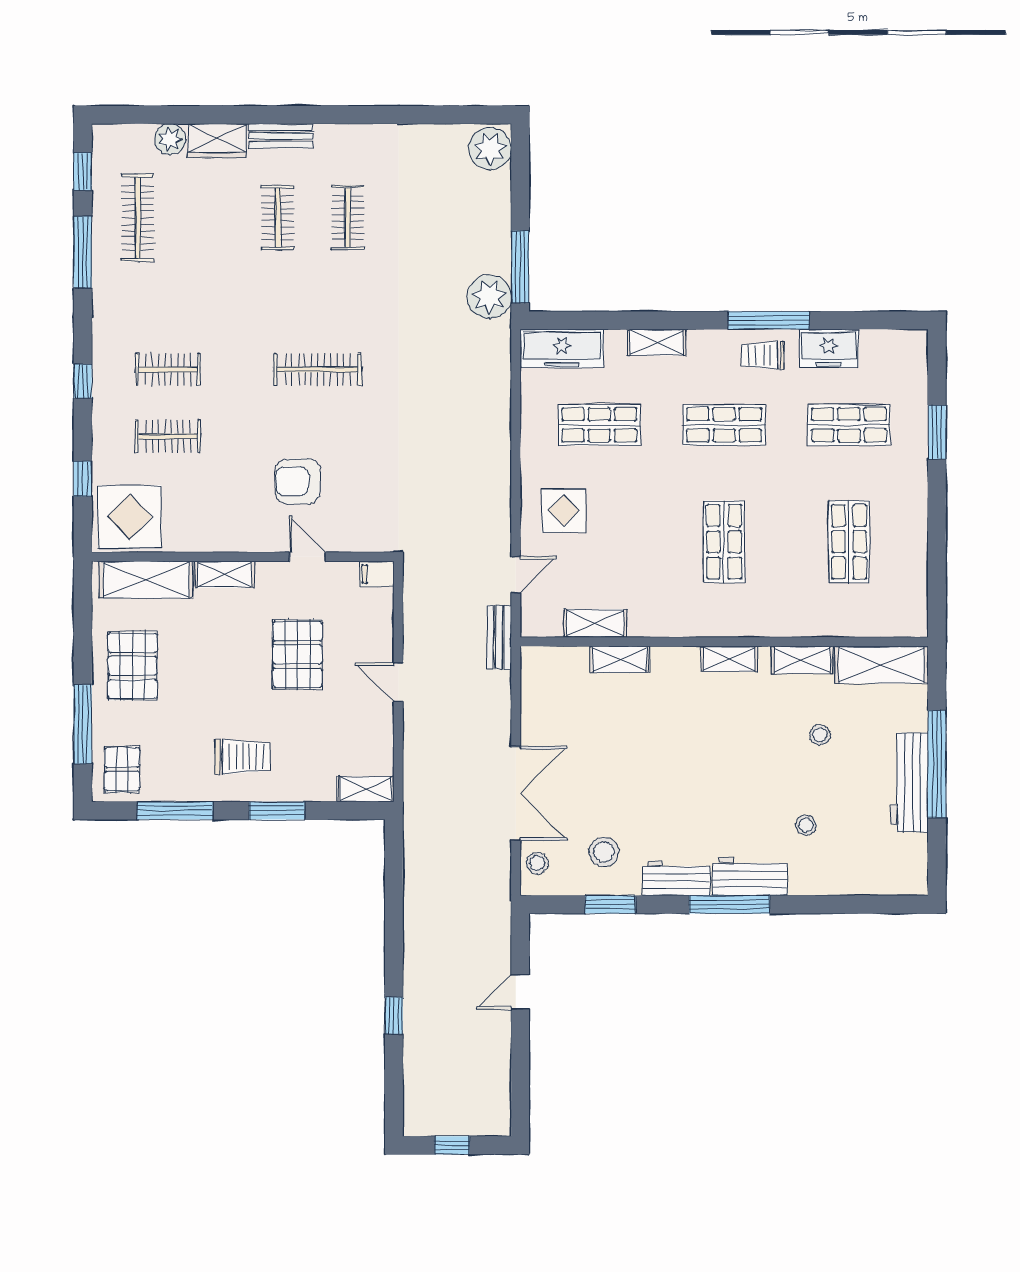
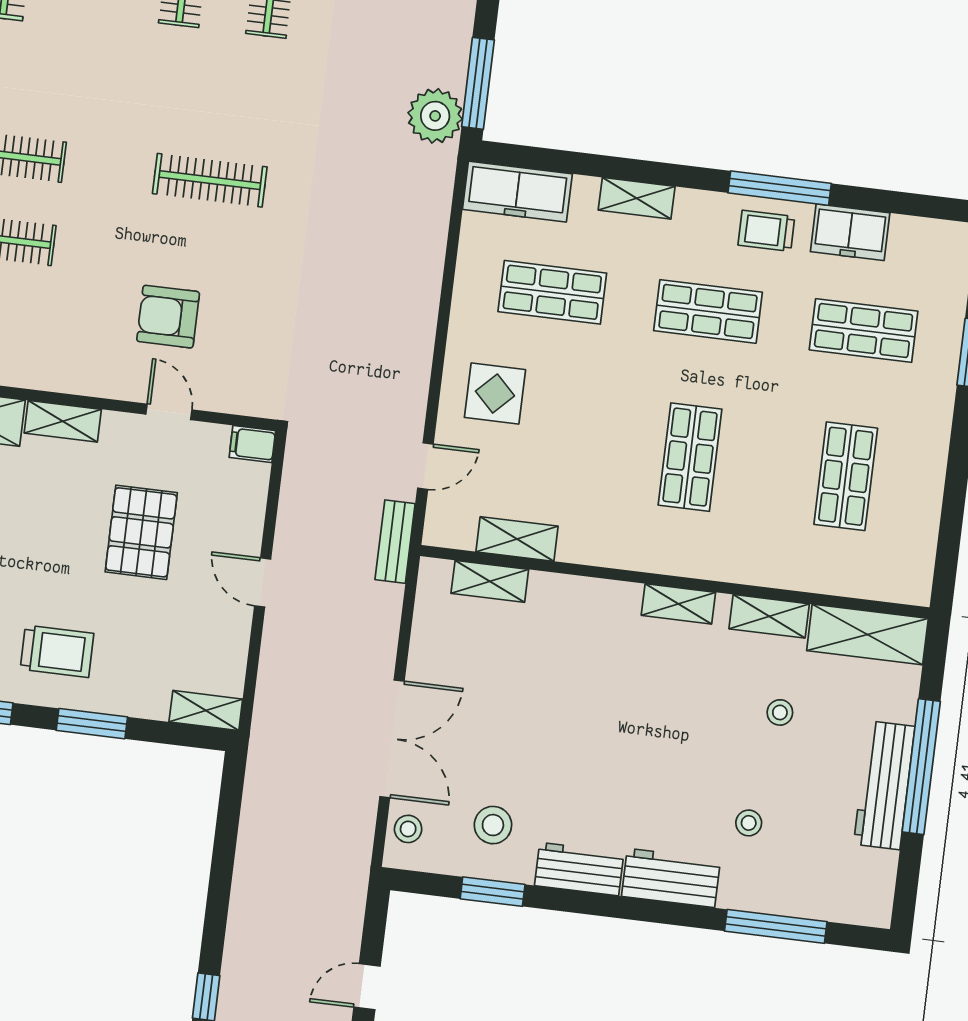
shelving: (620, 659) -> (490, 581), moved
window: (730, 905) -> (776, 926), moved

